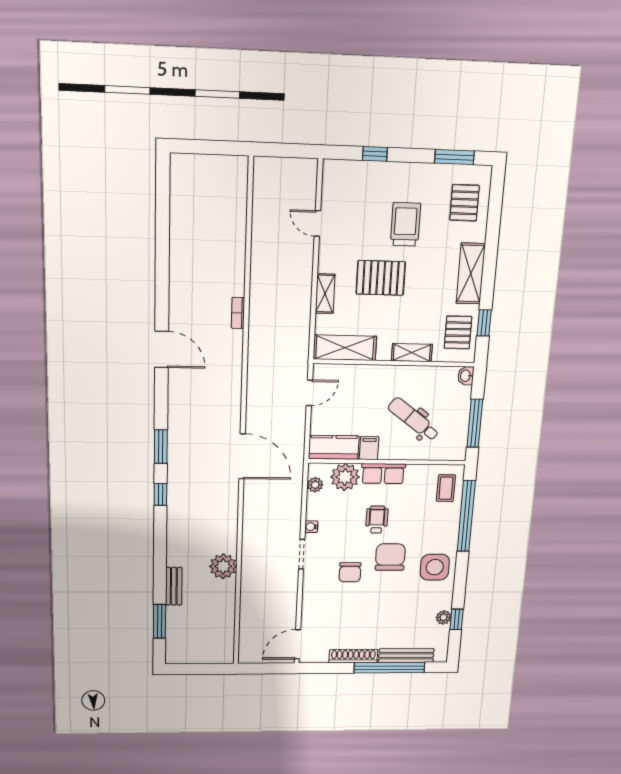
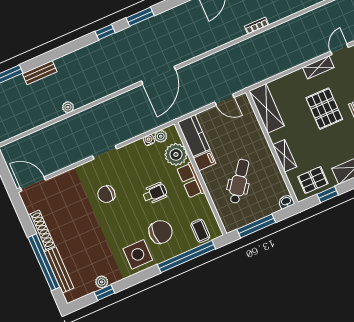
shelving: (325, 294) -> (318, 67), moved
coffee table: (446, 488) -> (200, 231), turned 90
water cooler: (311, 527) -> (149, 140), moved
chair: (390, 557) -> (161, 232), moved
plant: (223, 566) -> (68, 107), width x0.53, depth x0.53

